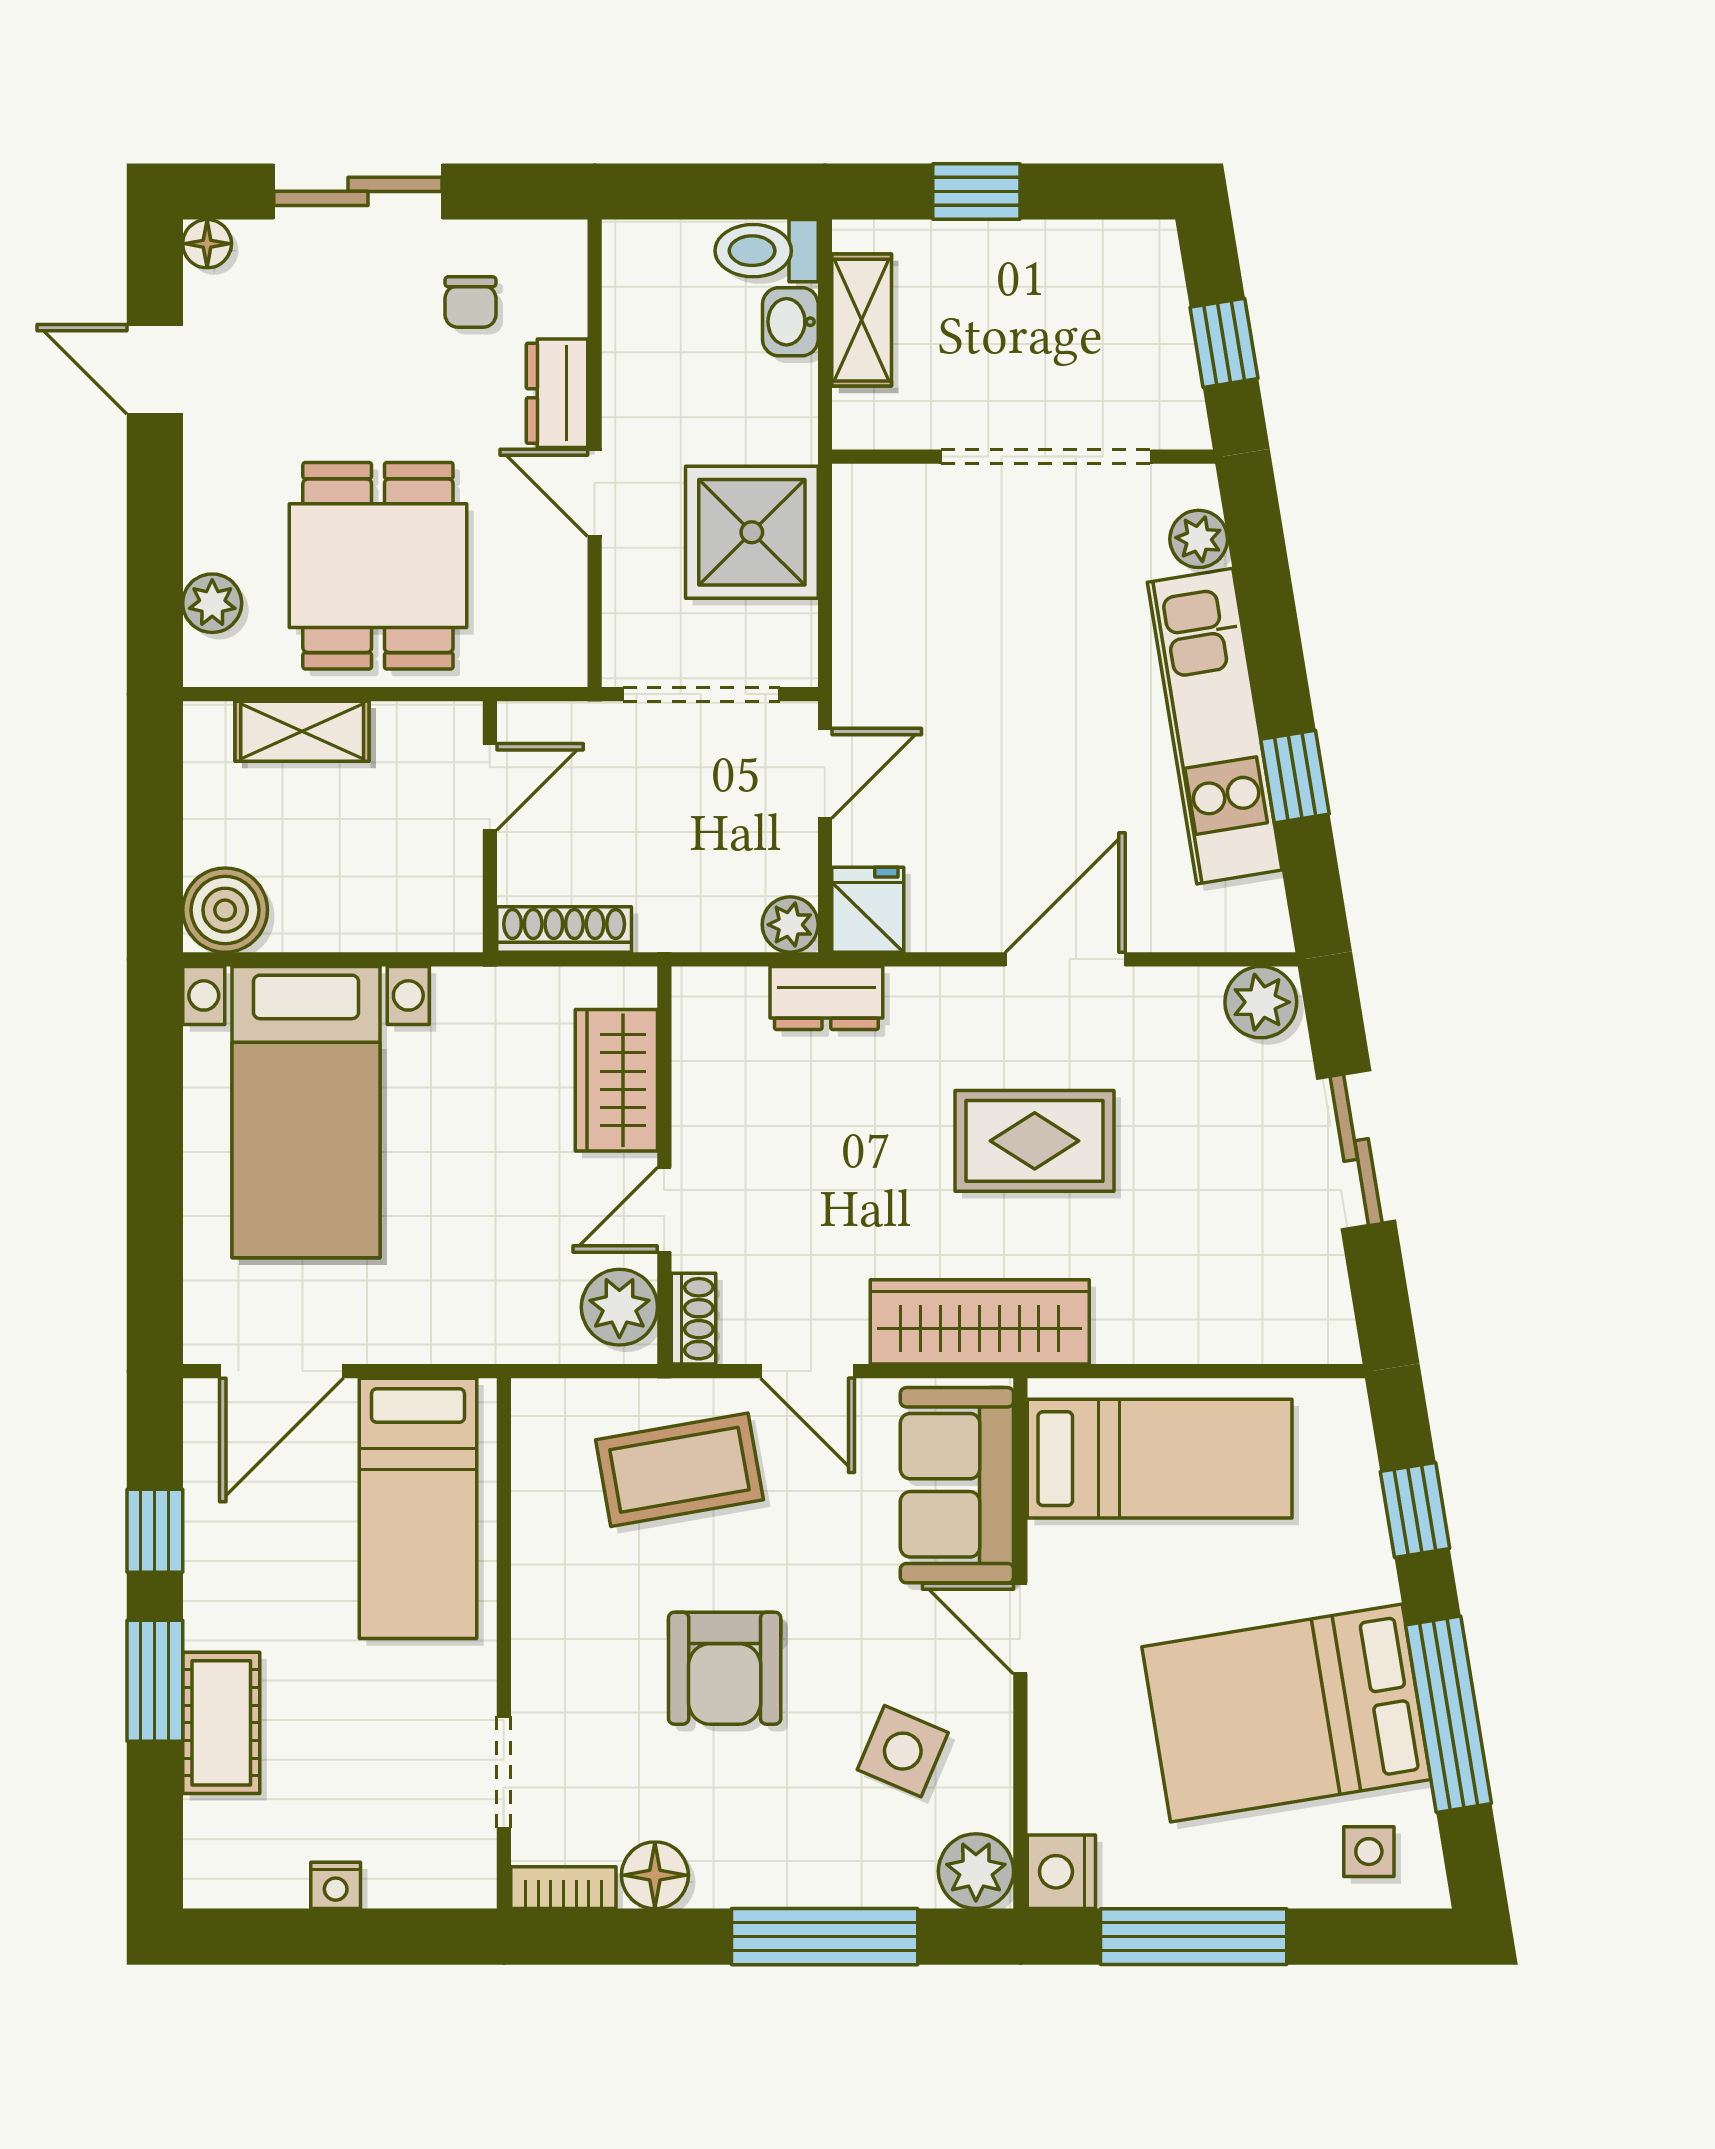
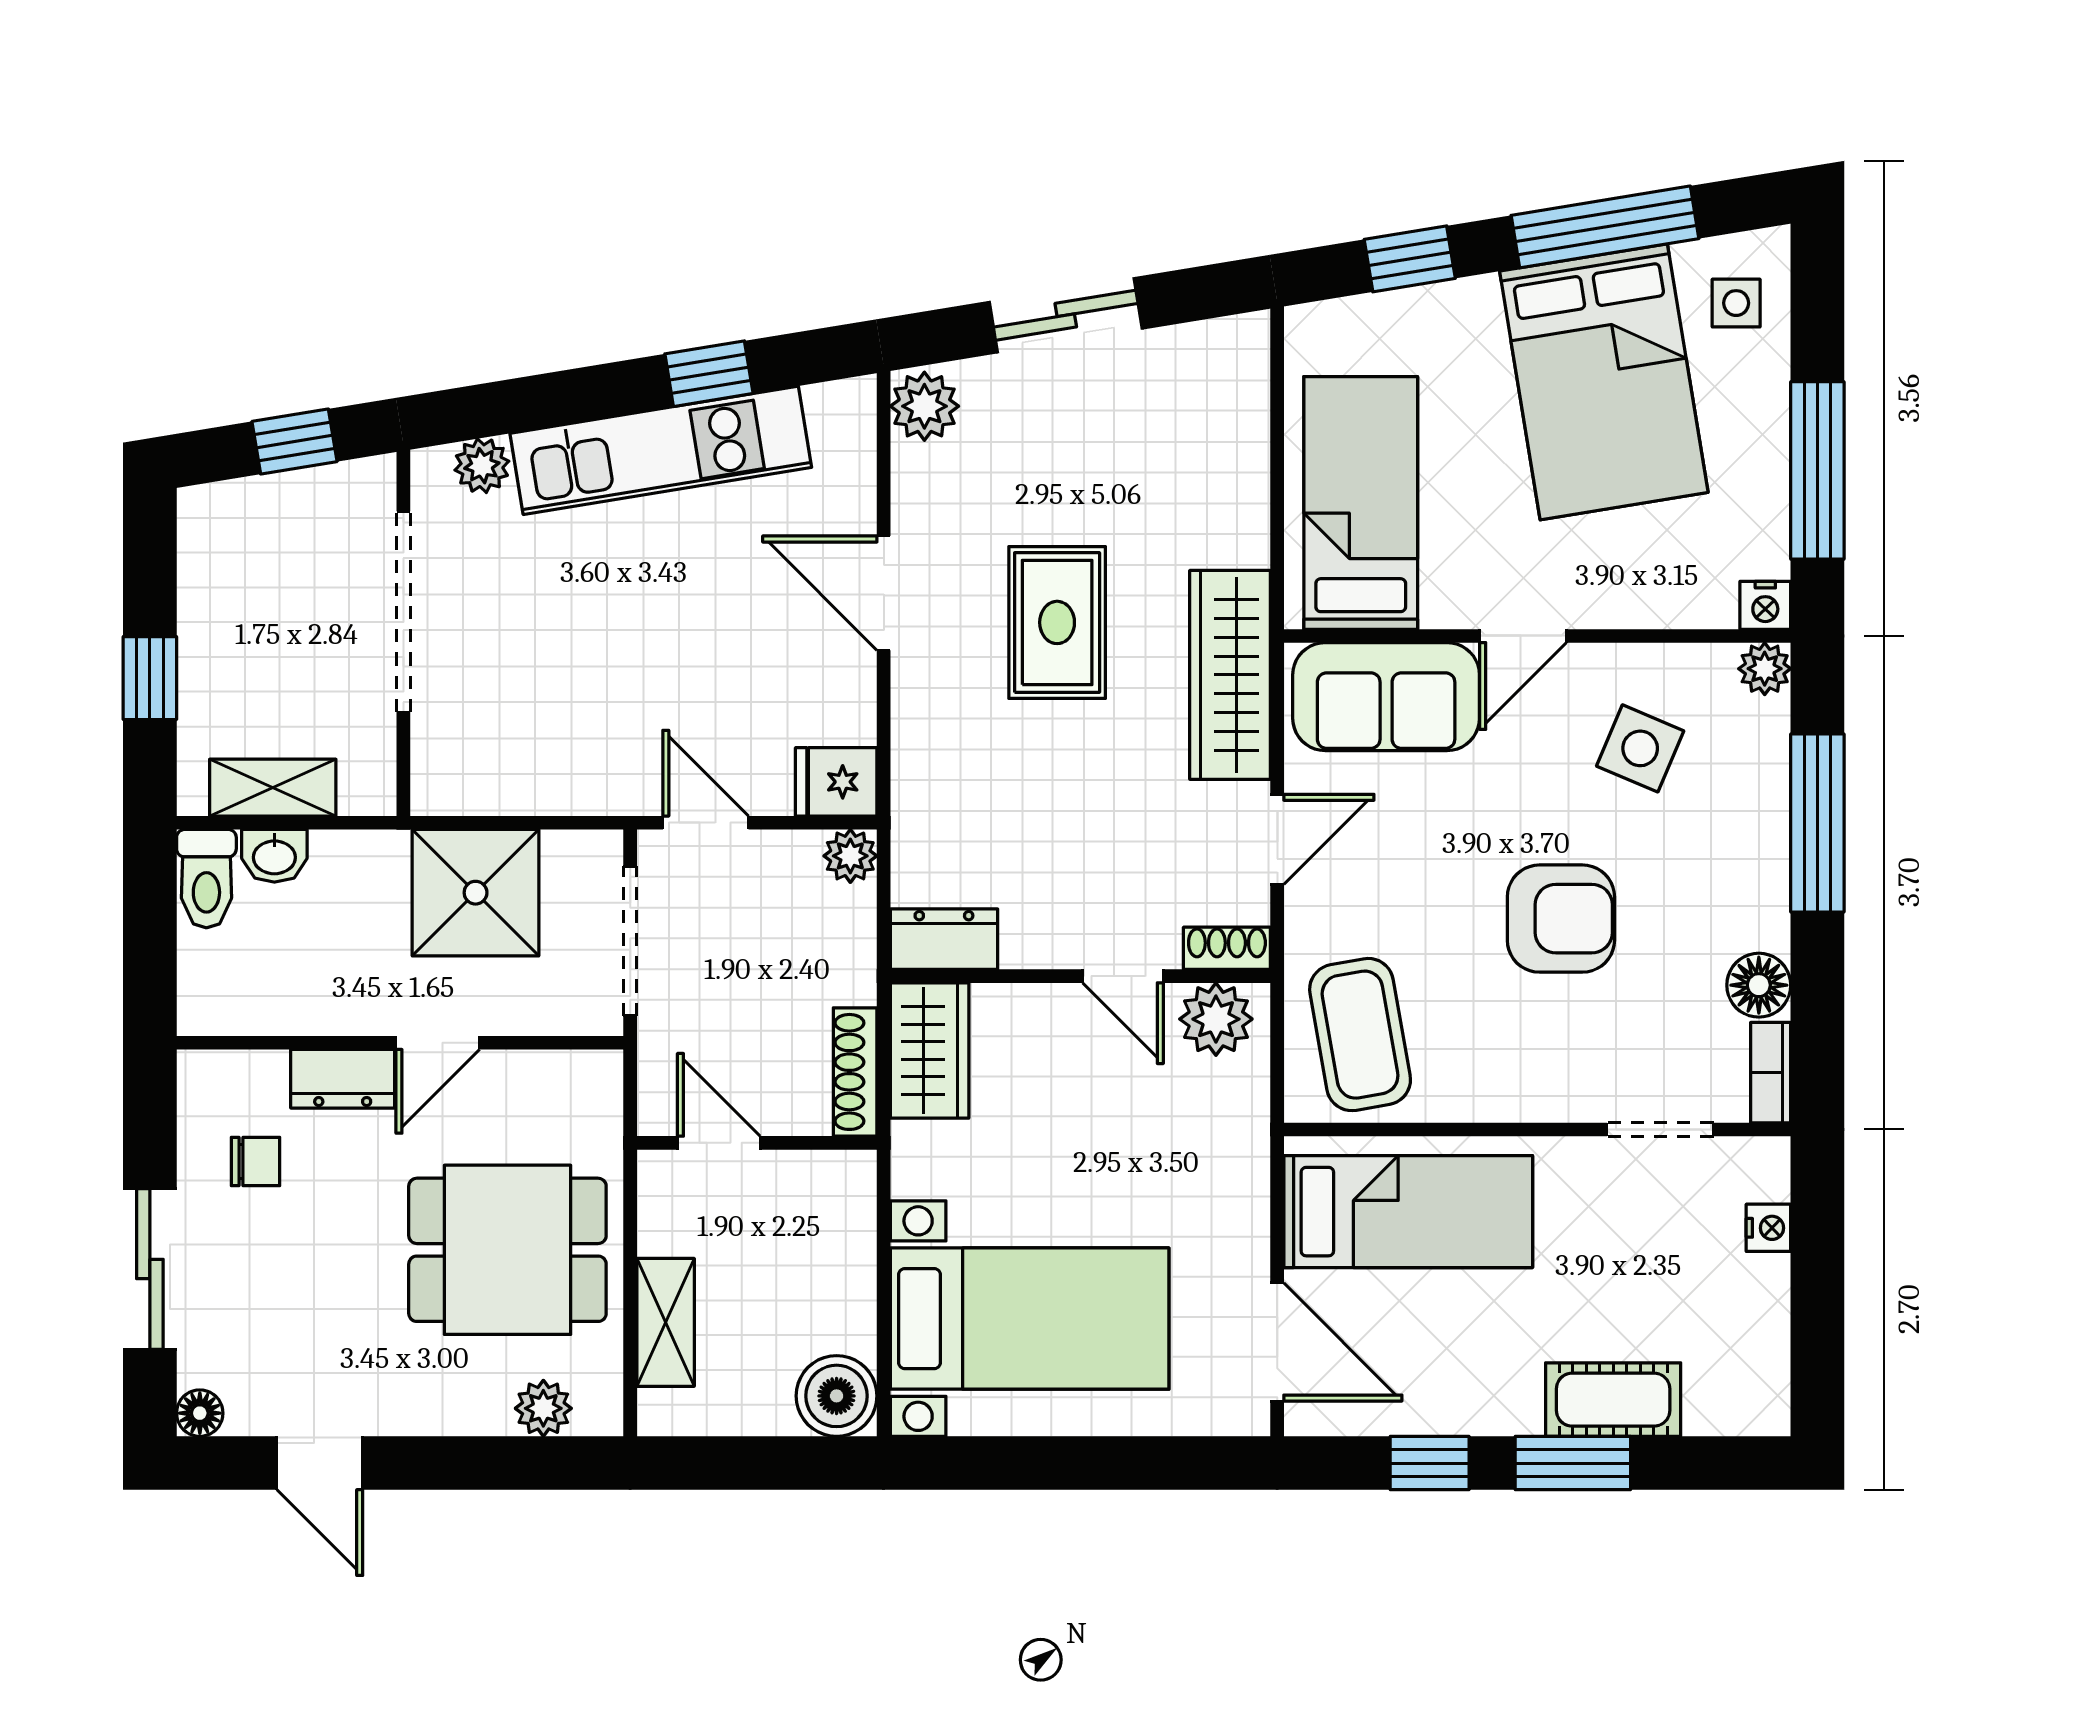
door: (155, 369) -> (320, 1463), hinge flipped
dresser: (826, 998) -> (944, 939), moved, turned -90
wardrobe: (616, 1080) -> (930, 1050), moved, turned -90
coffee table: (679, 1470) -> (1360, 1035), moved
plant: (976, 1871) -> (1765, 669), width x0.73, depth x0.73
nightstand: (1061, 1872) -> (1765, 605), width x0.72, depth x0.74
nightstand: (336, 1885) -> (1768, 1228), moved

